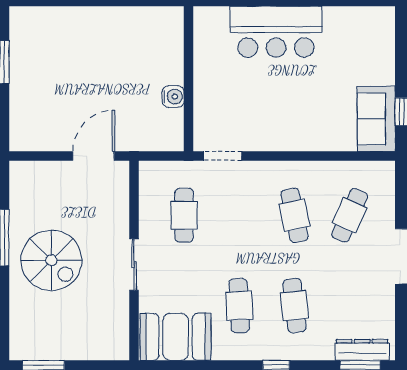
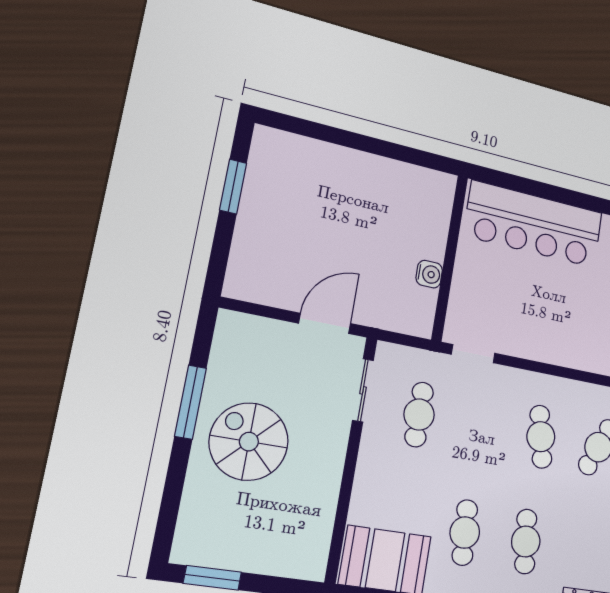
bar counter: (276, 32) -> (534, 224), width x1.36
spiral stairs: (51, 260) -> (249, 442), turned 180
sliding door: (134, 265) -> (363, 390), moved

